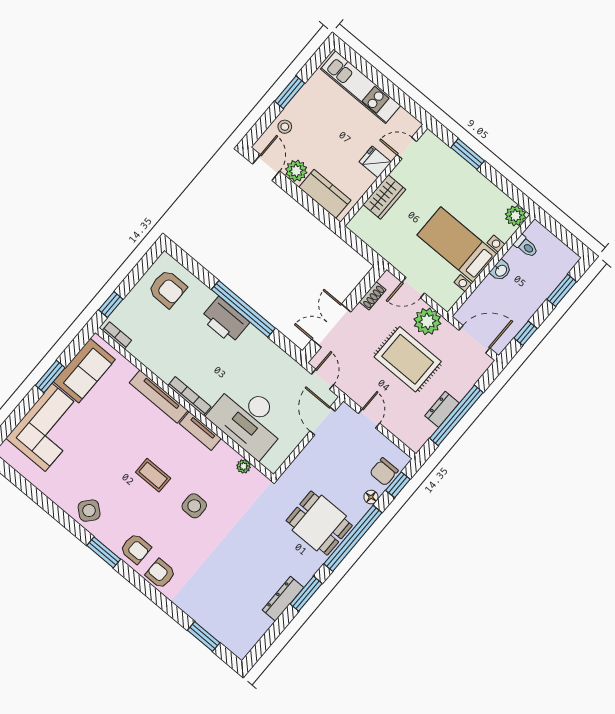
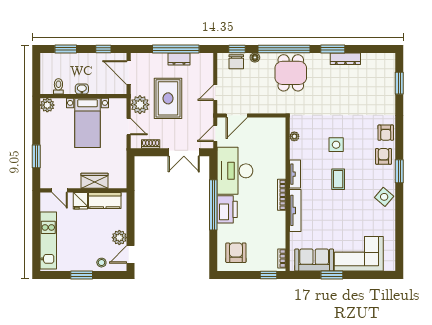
kitchen counter: (325, 194) -> (105, 200), moved, turned -90
desk: (249, 419) -> (235, 171), moved, turned 180
chair: (384, 472) -> (236, 62), turned 90

